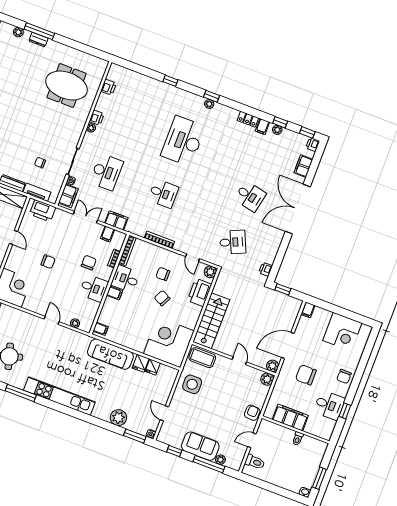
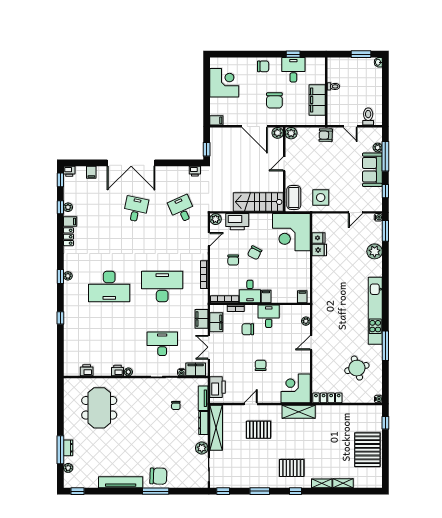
filing cabinet: (303, 166) -> (91, 172), width x0.50
desk: (163, 194) -> (162, 286), width x1.87, depth x1.30
filing cabinet: (107, 234) -> (216, 322), width x2.00
sofa: (110, 354) -> (321, 280), removed

